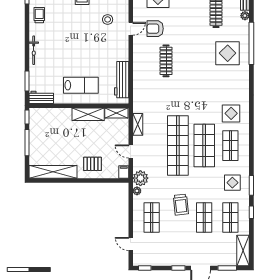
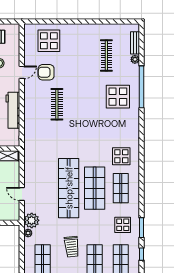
workbench: (122, 80) -> (13, 110), moved
shelving: (138, 124) -> (29, 167), removed
filing cabinet: (124, 172) -> (15, 214), removed

